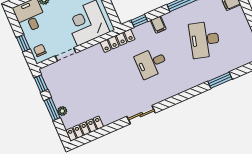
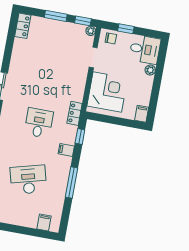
desk: (204, 40) -> (28, 180), turned -30
locker: (118, 41) -> (75, 113), width x0.66
plant: (62, 111) -> (91, 31), moved
locker: (85, 128) -> (23, 26), width x0.66

